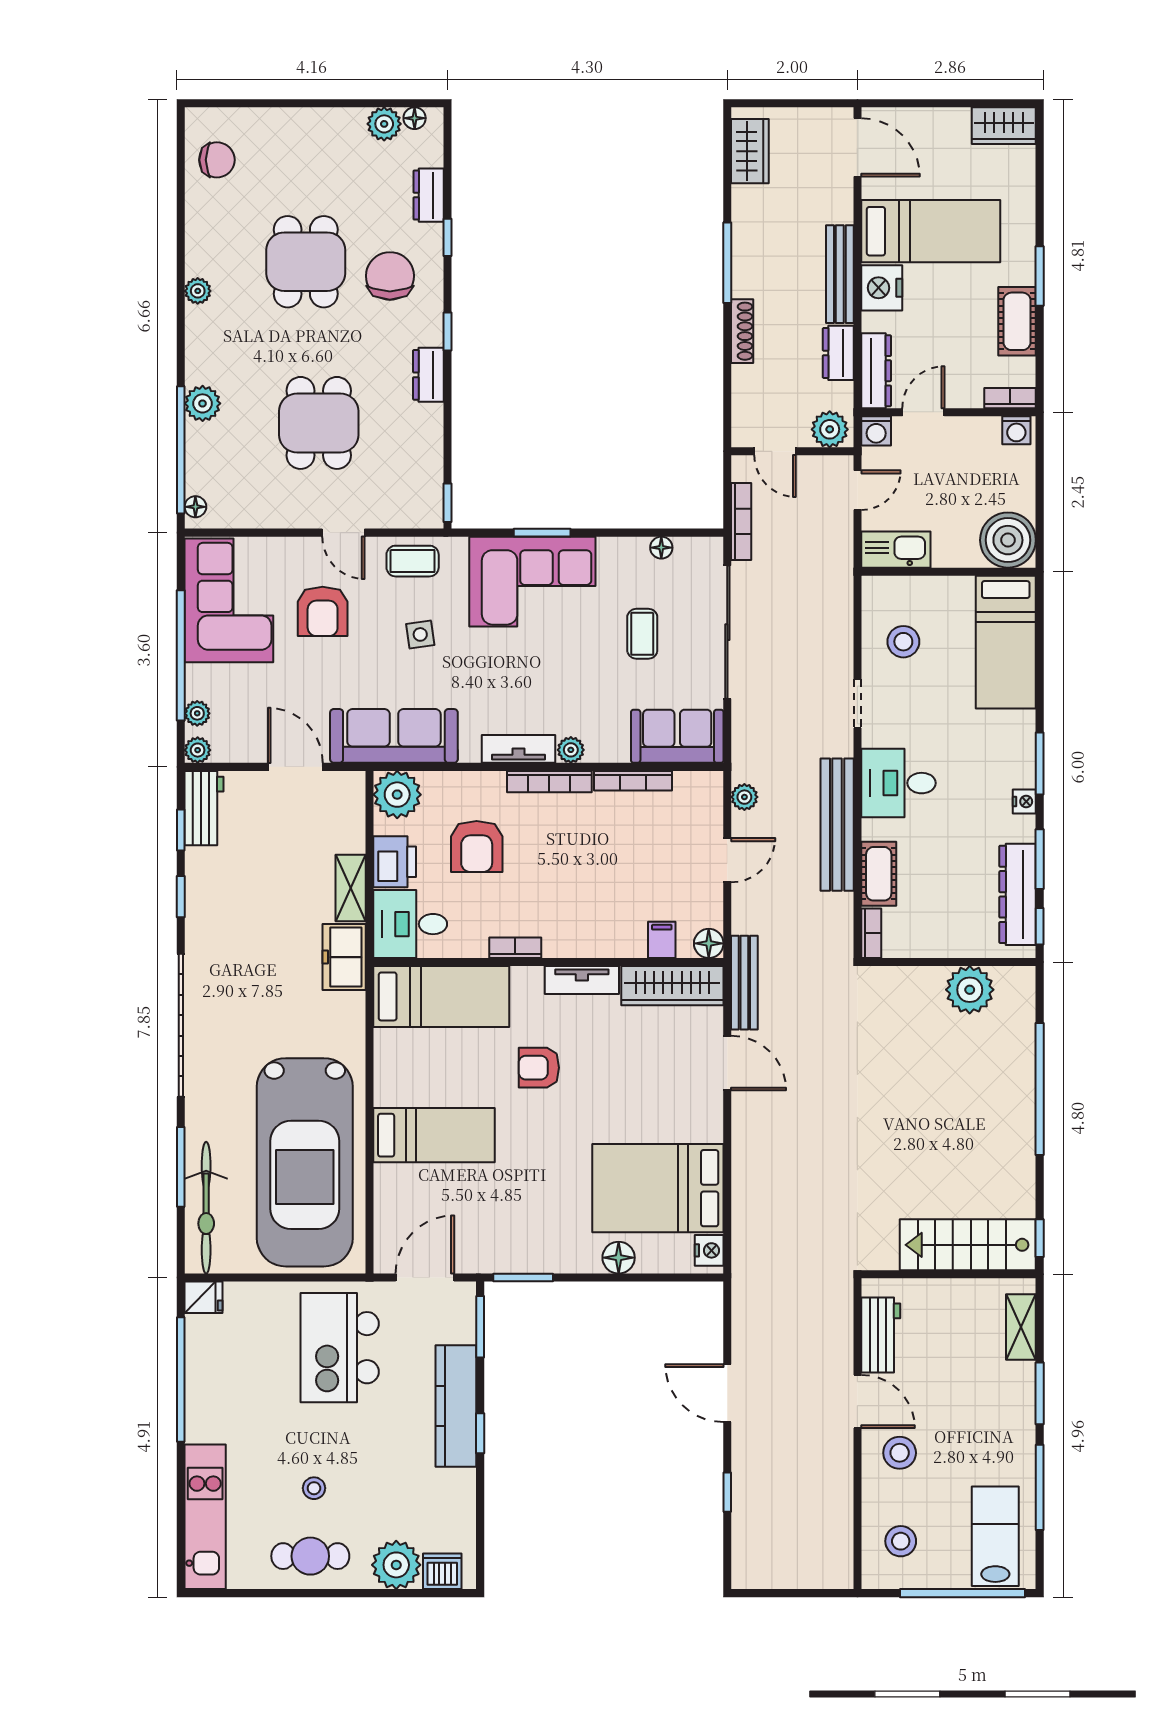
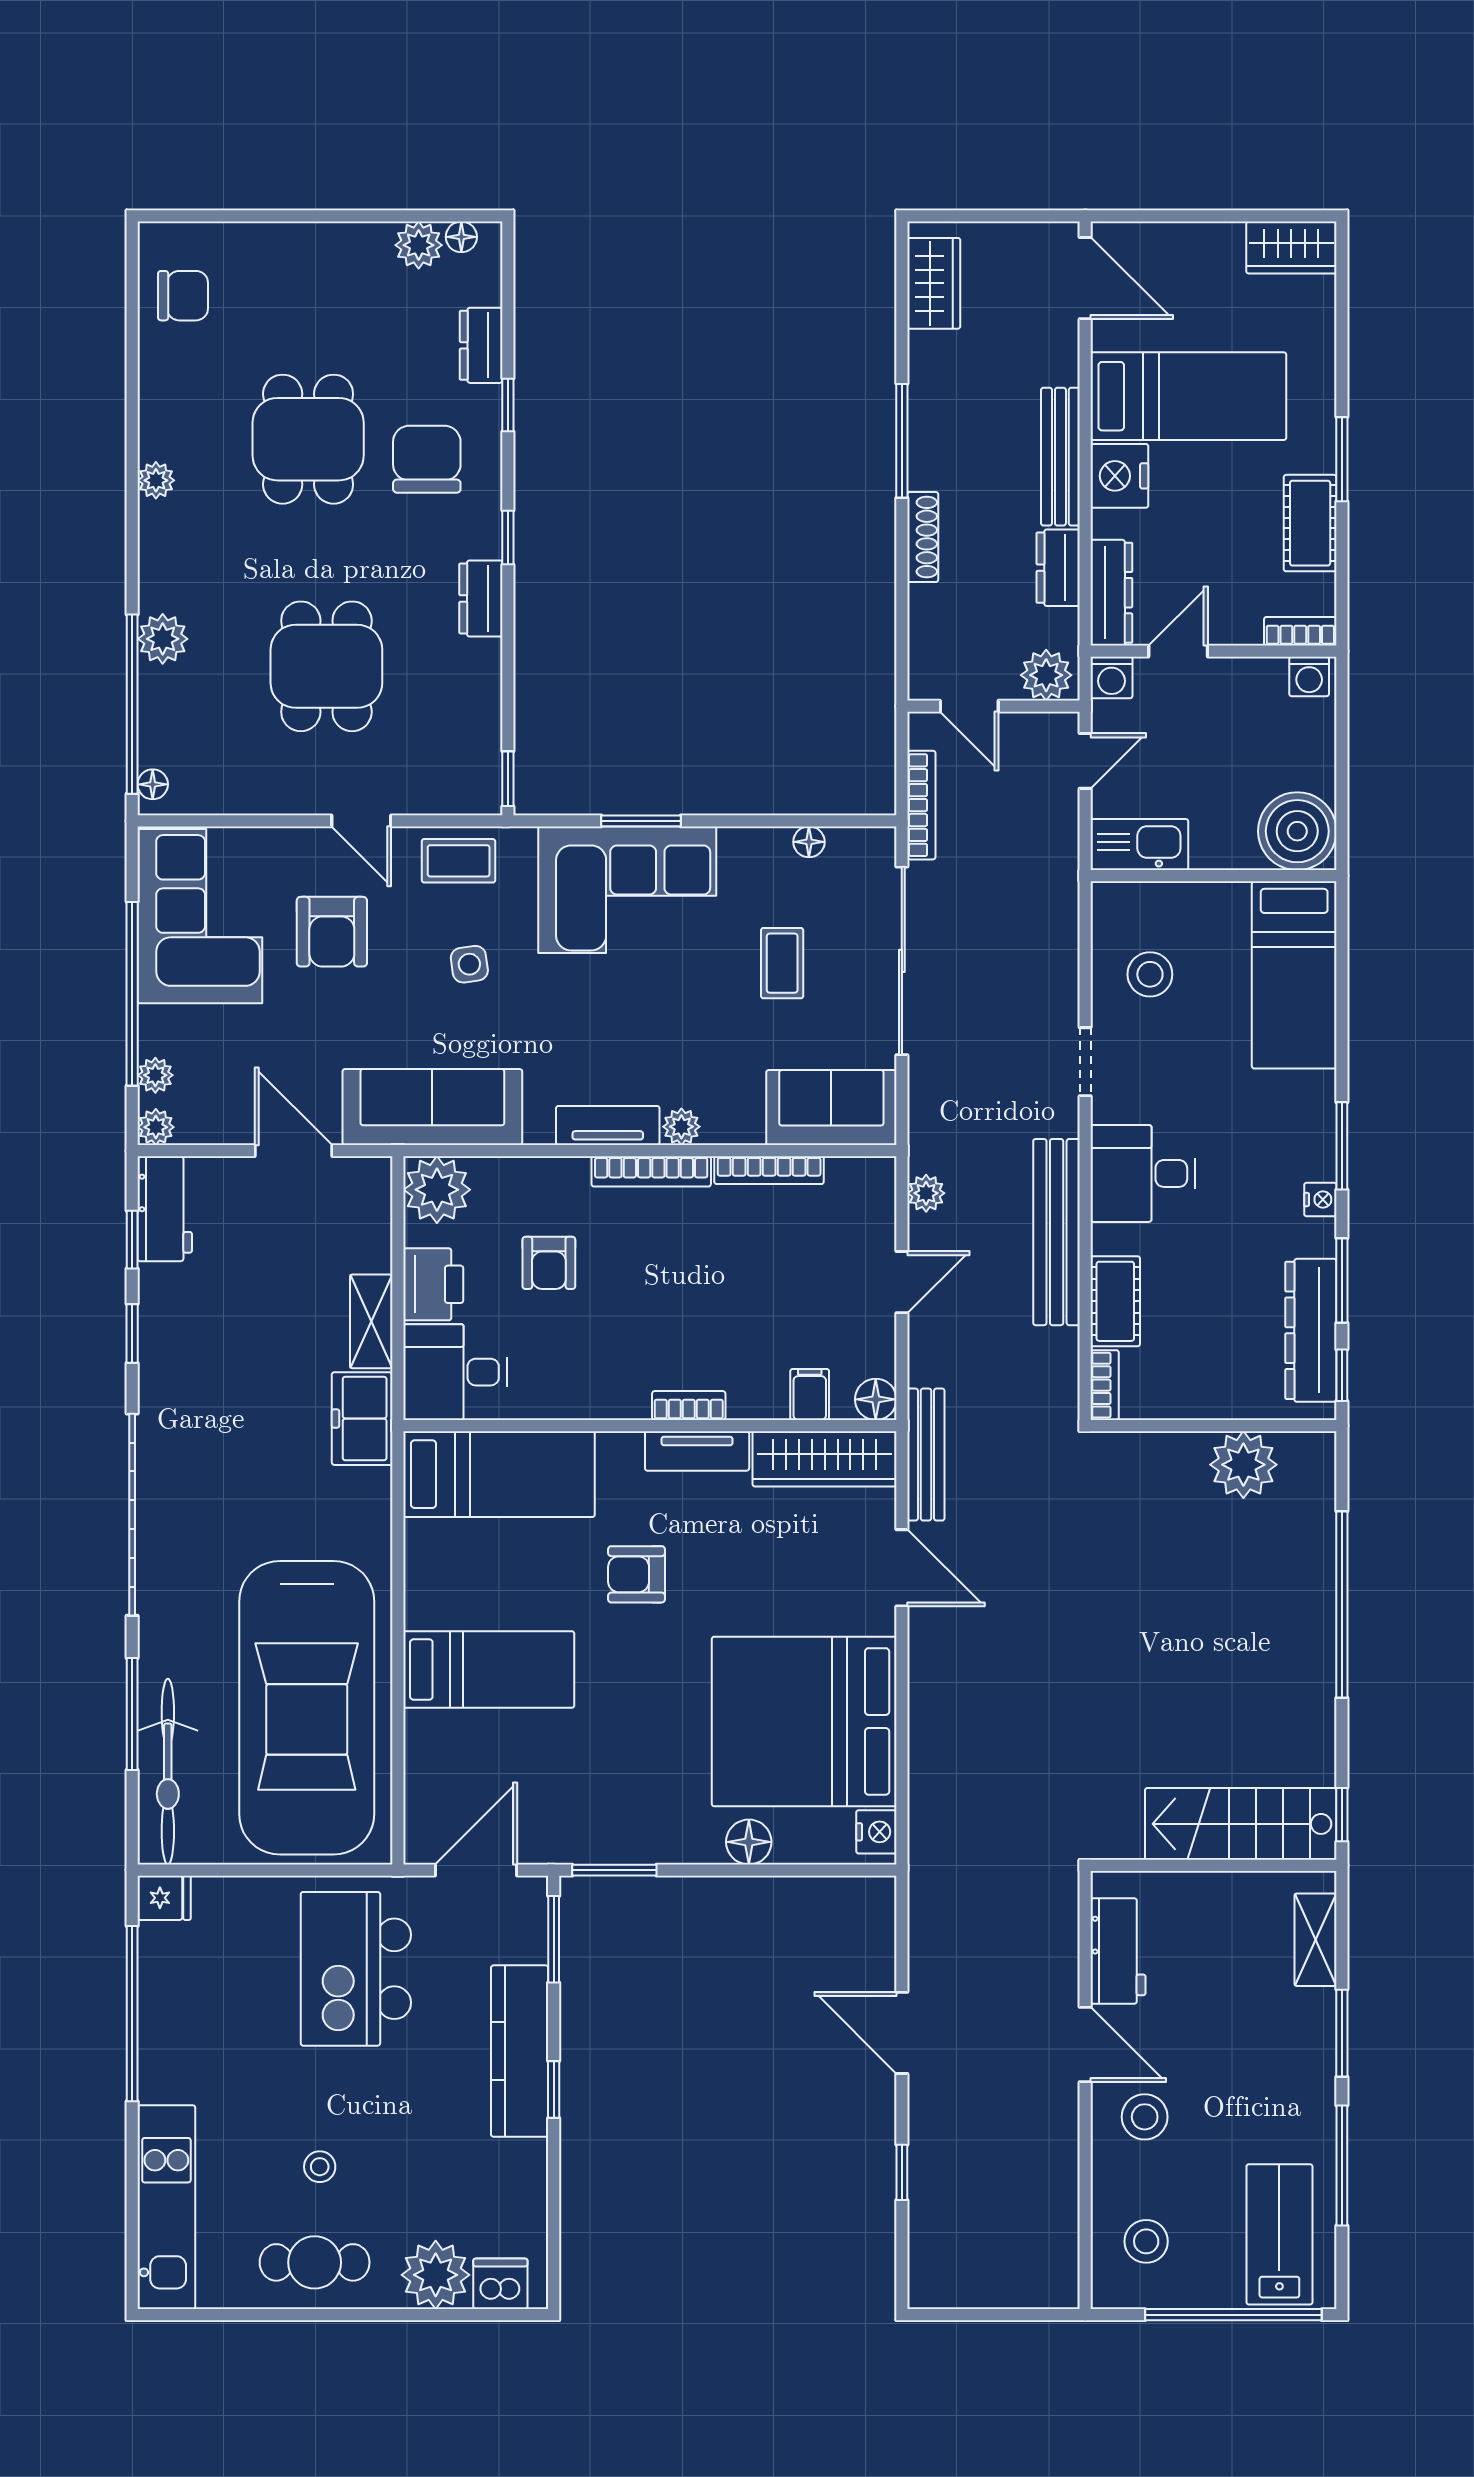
armchair: (477, 847) -> (549, 1263), width x0.72, depth x0.72
bookcase: (515, 948) -> (689, 1405), moved
bed: (658, 1188) -> (804, 1721), width x1.36

